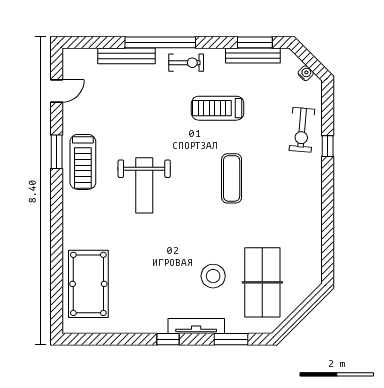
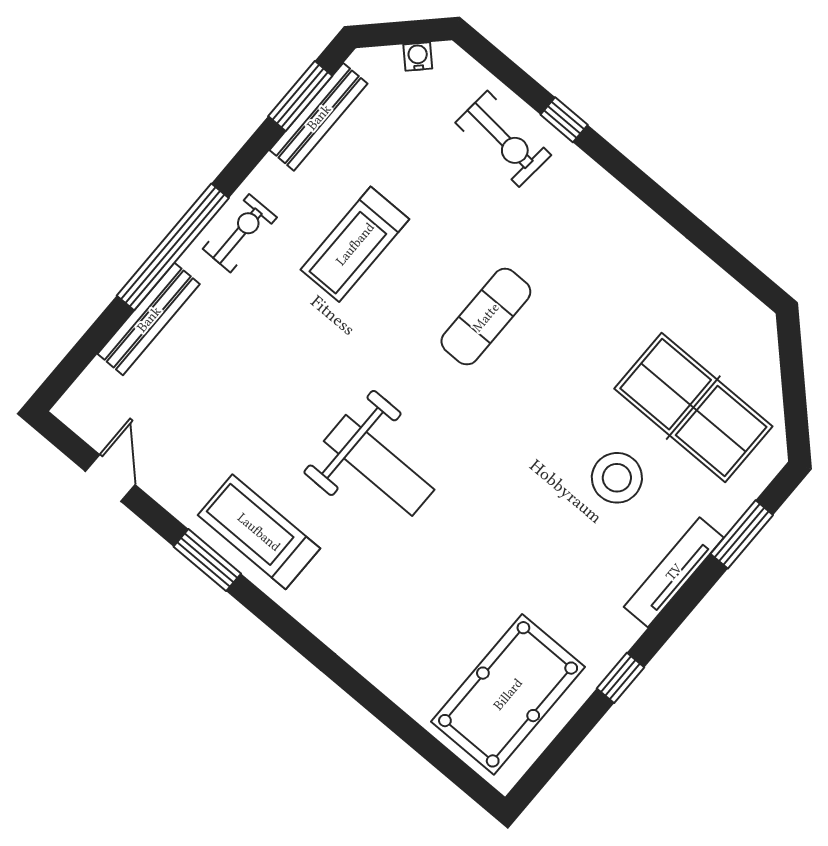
treadmill: (83, 162) -> (259, 532), turned 180
exercise mat: (232, 178) -> (486, 317), turned 90
pool table: (88, 284) -> (508, 694), moved, turned 90
window: (168, 339) -> (620, 678), moved

